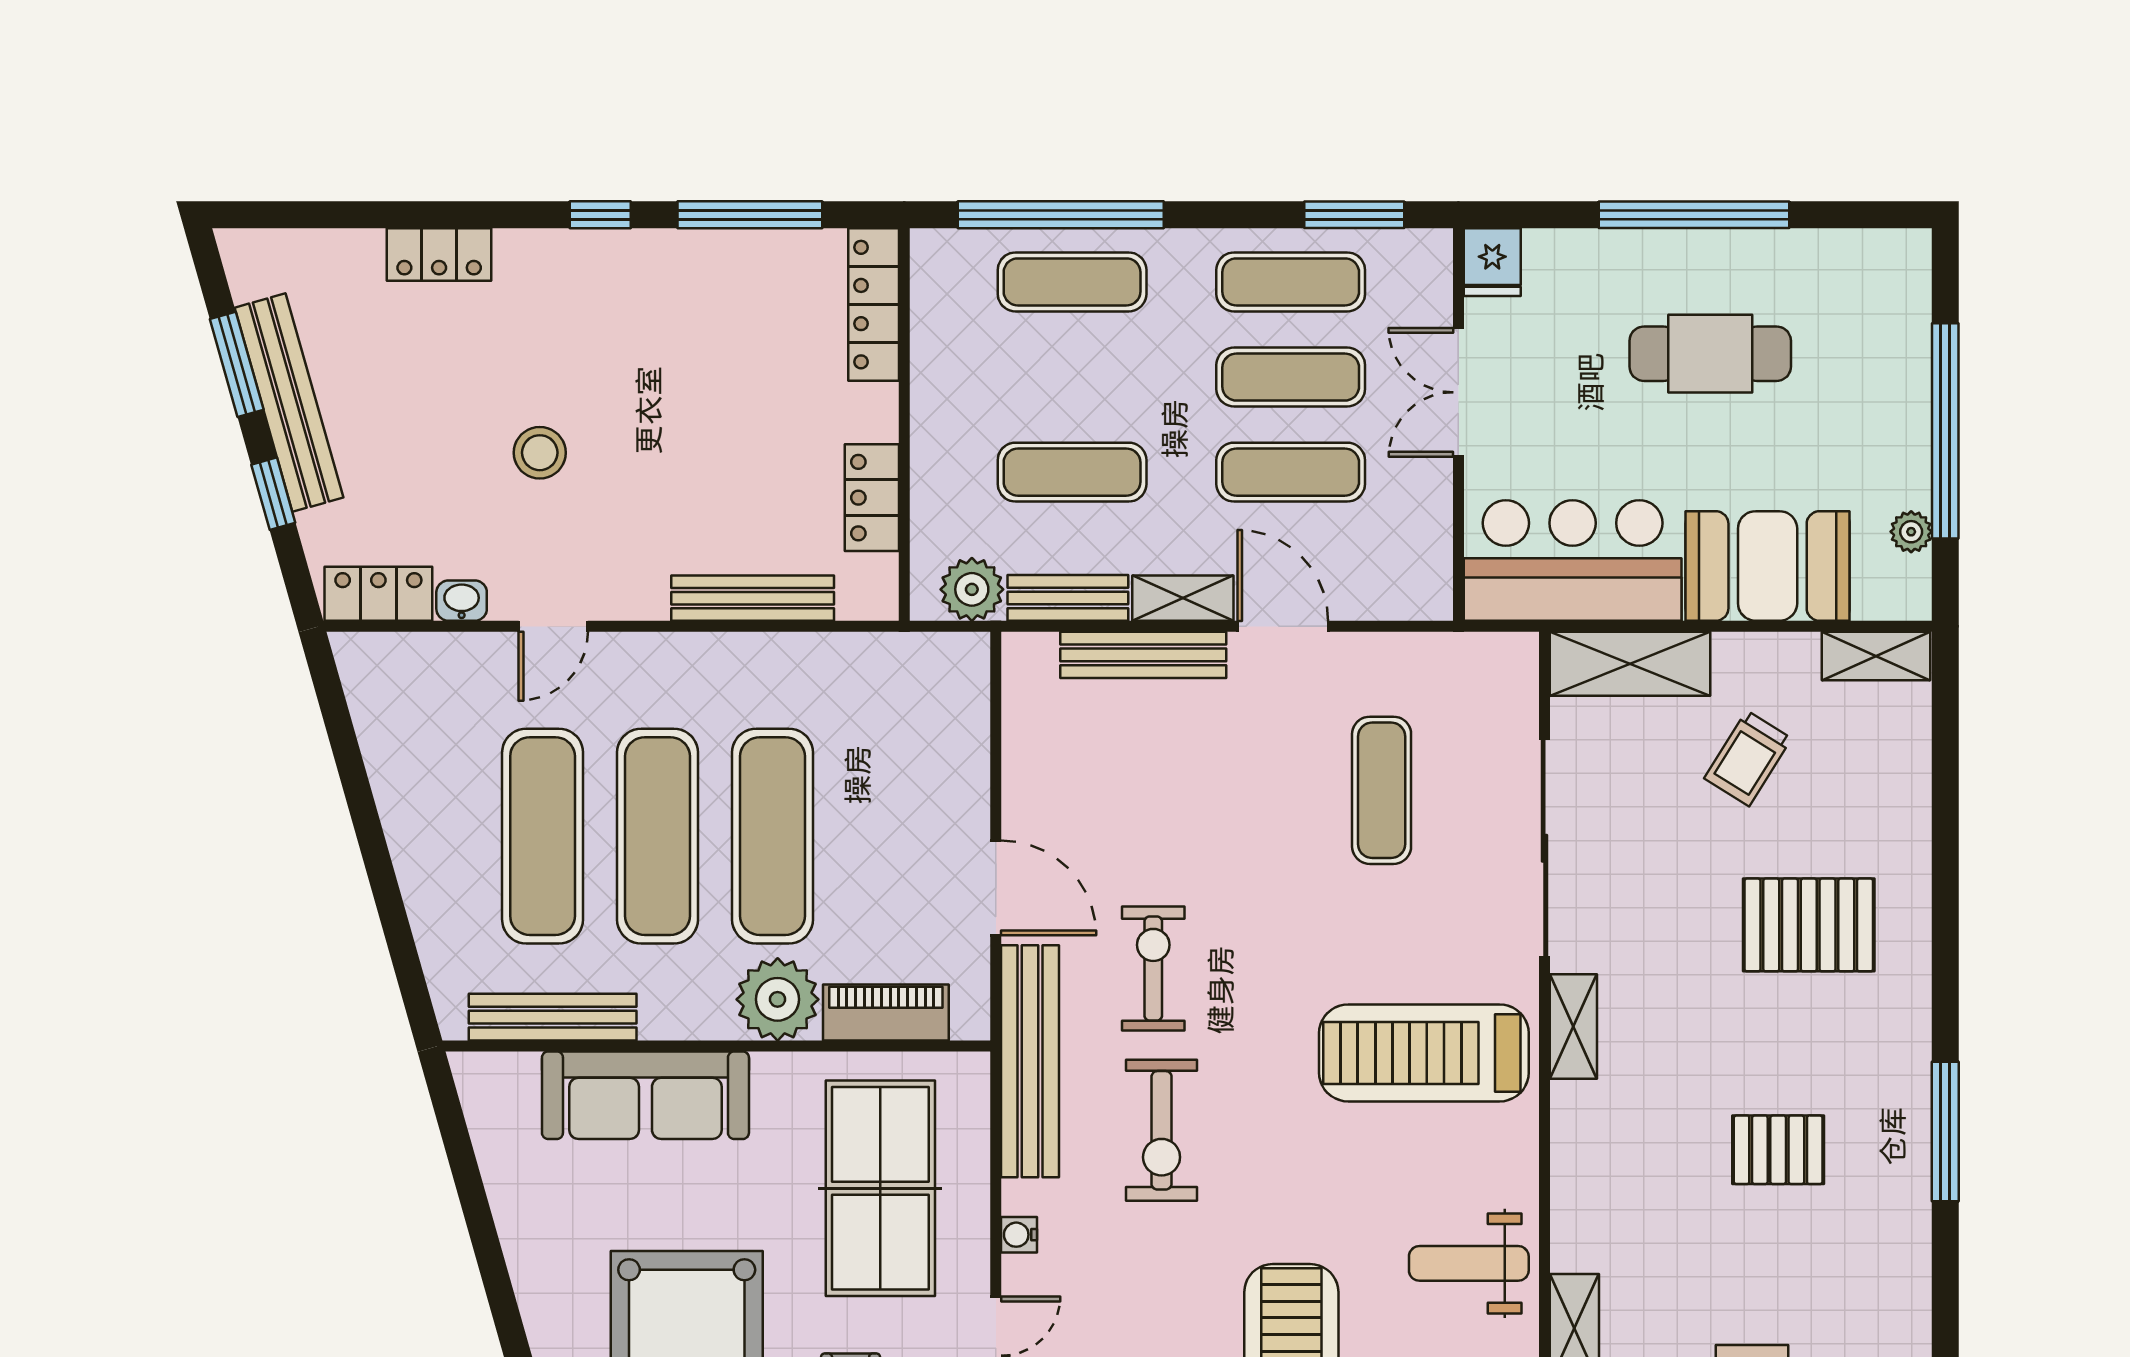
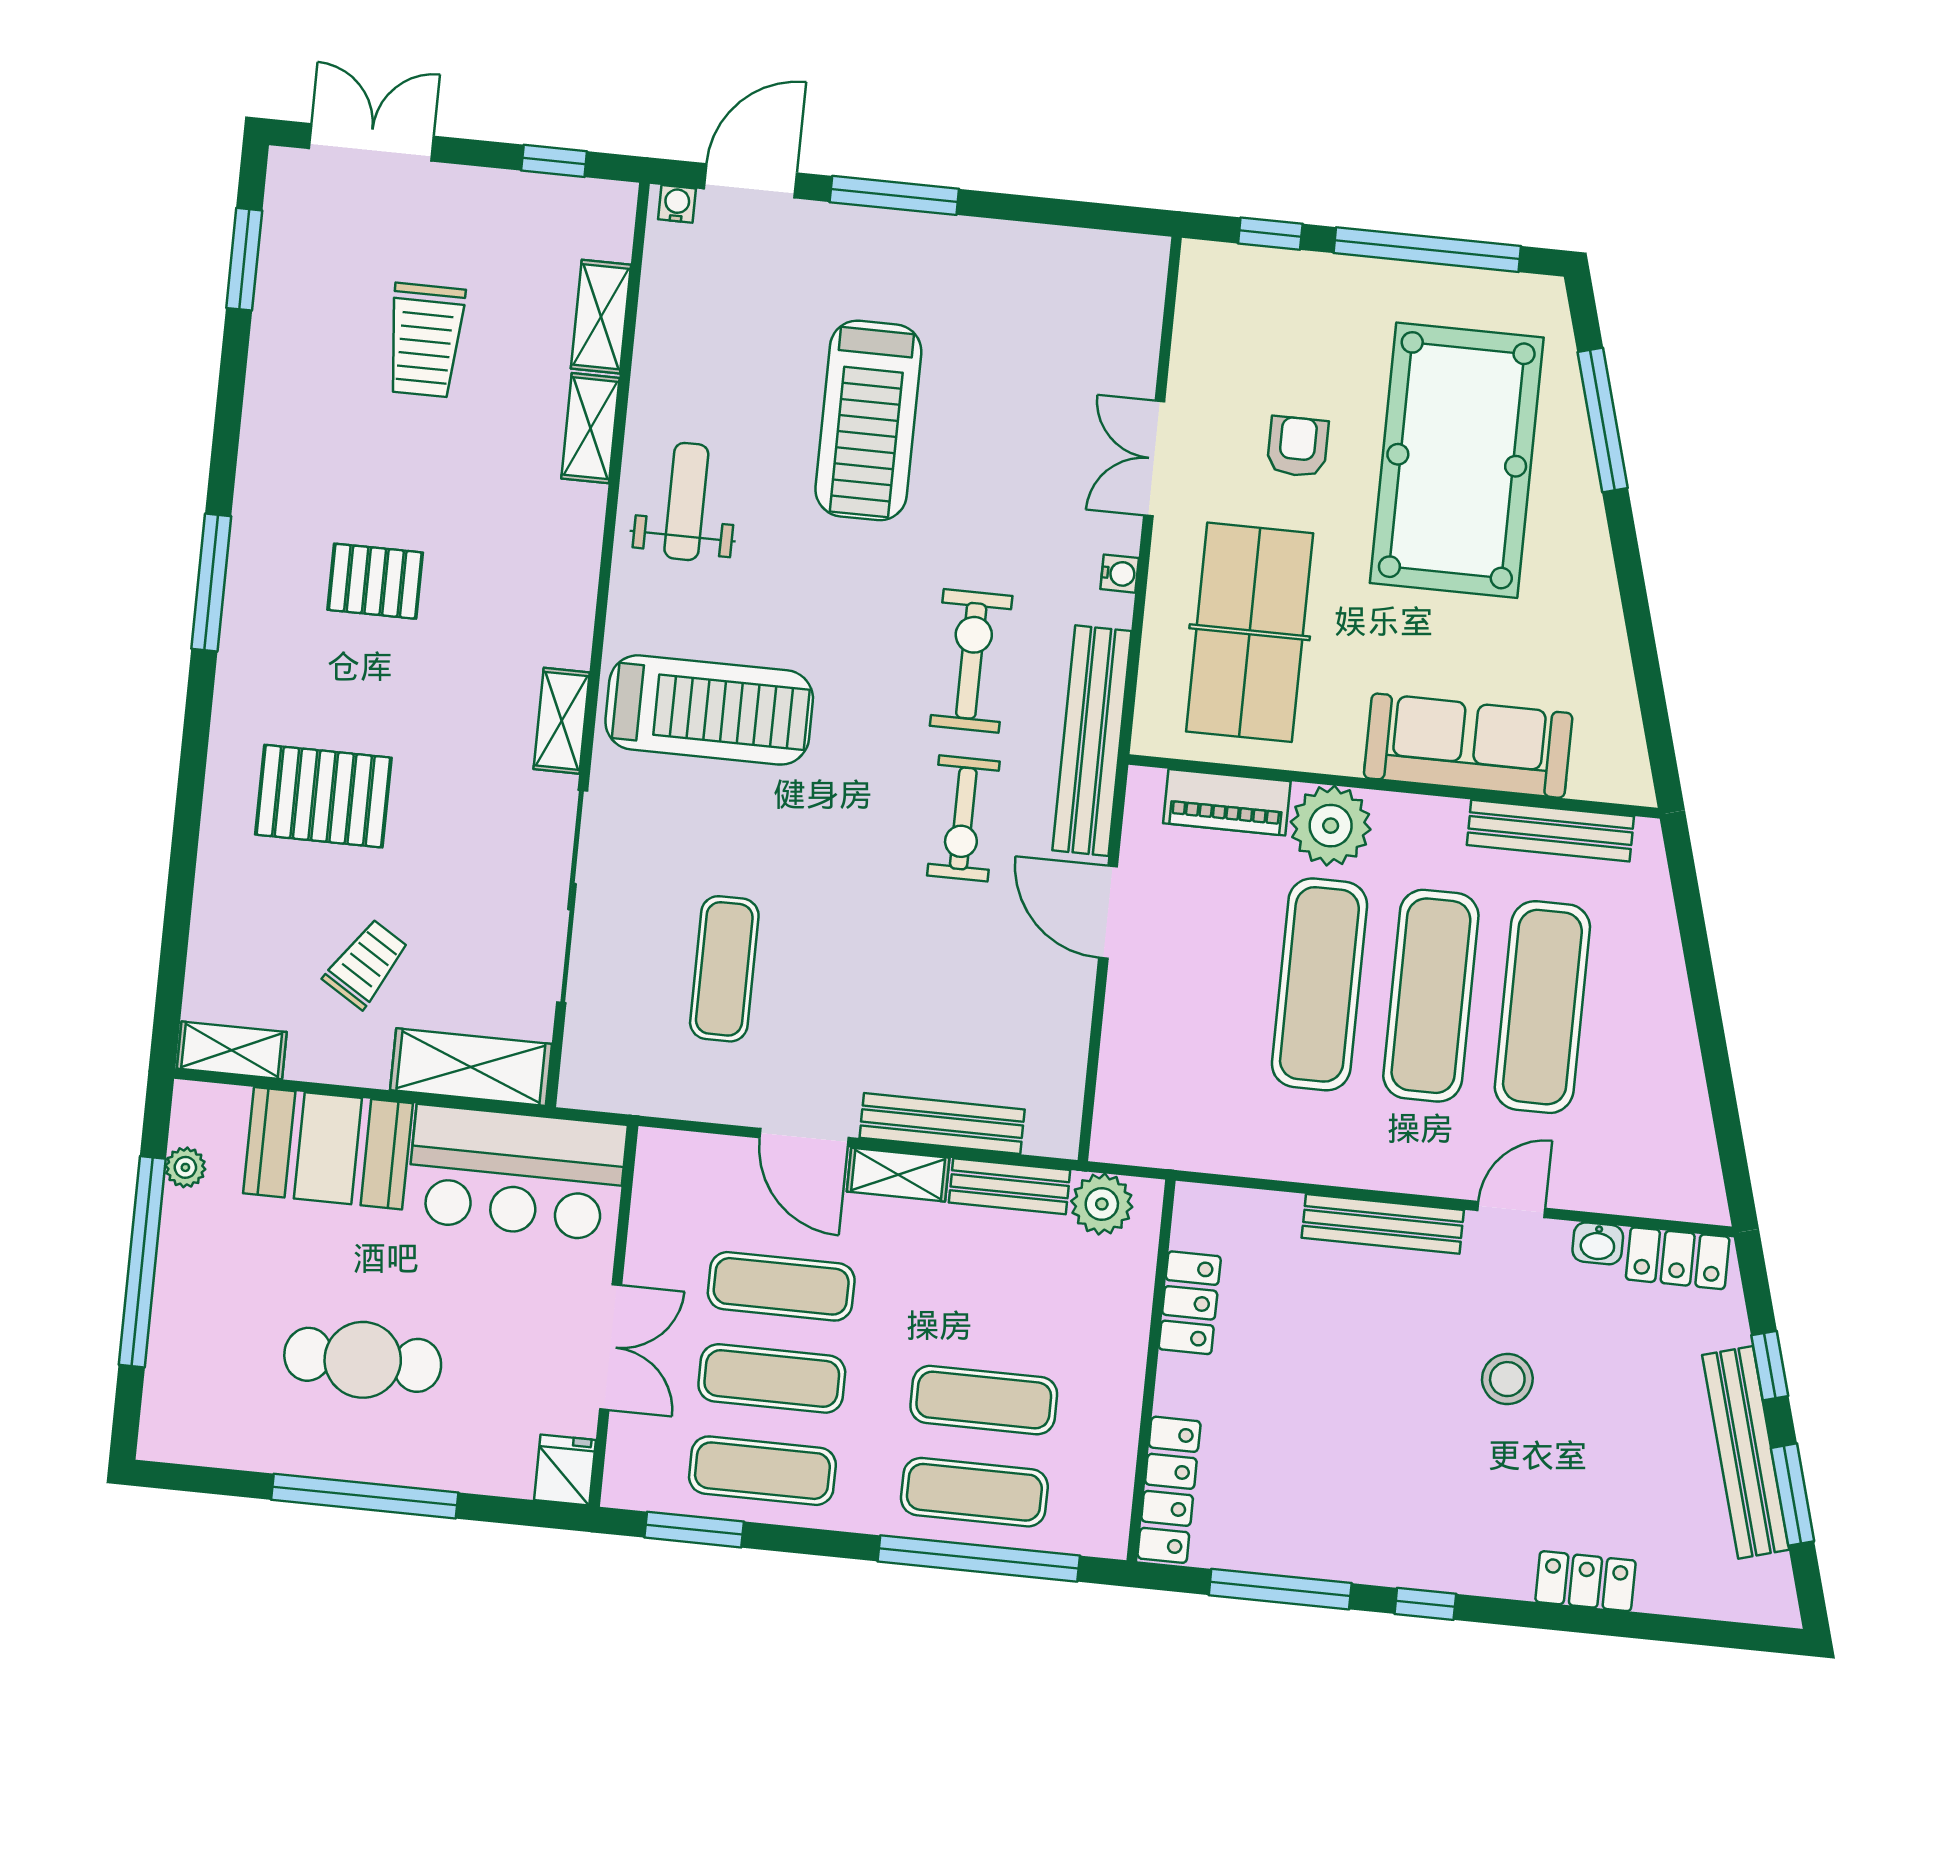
exercise mat: (1072, 472) -> (984, 1400), moved
bench: (753, 598) -> (1383, 1224), moved
weight bench: (1469, 1263) -> (686, 501), turned -90

